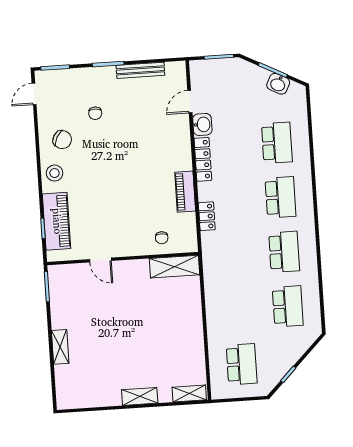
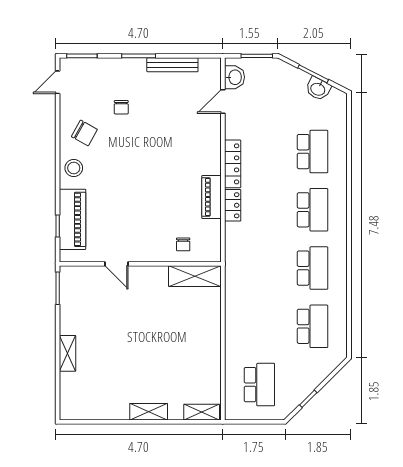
washbasin: (202, 124) -> (234, 77), moved
locker: (207, 216) -> (233, 205), moved

